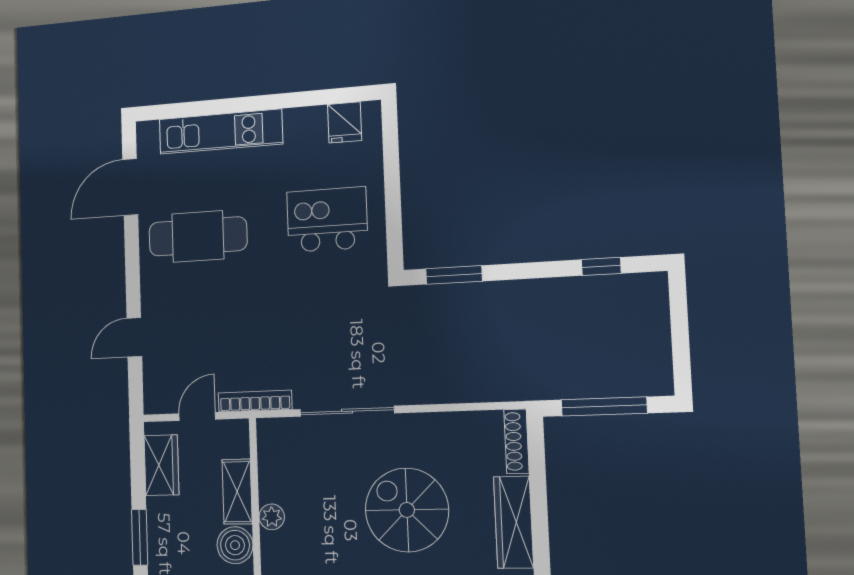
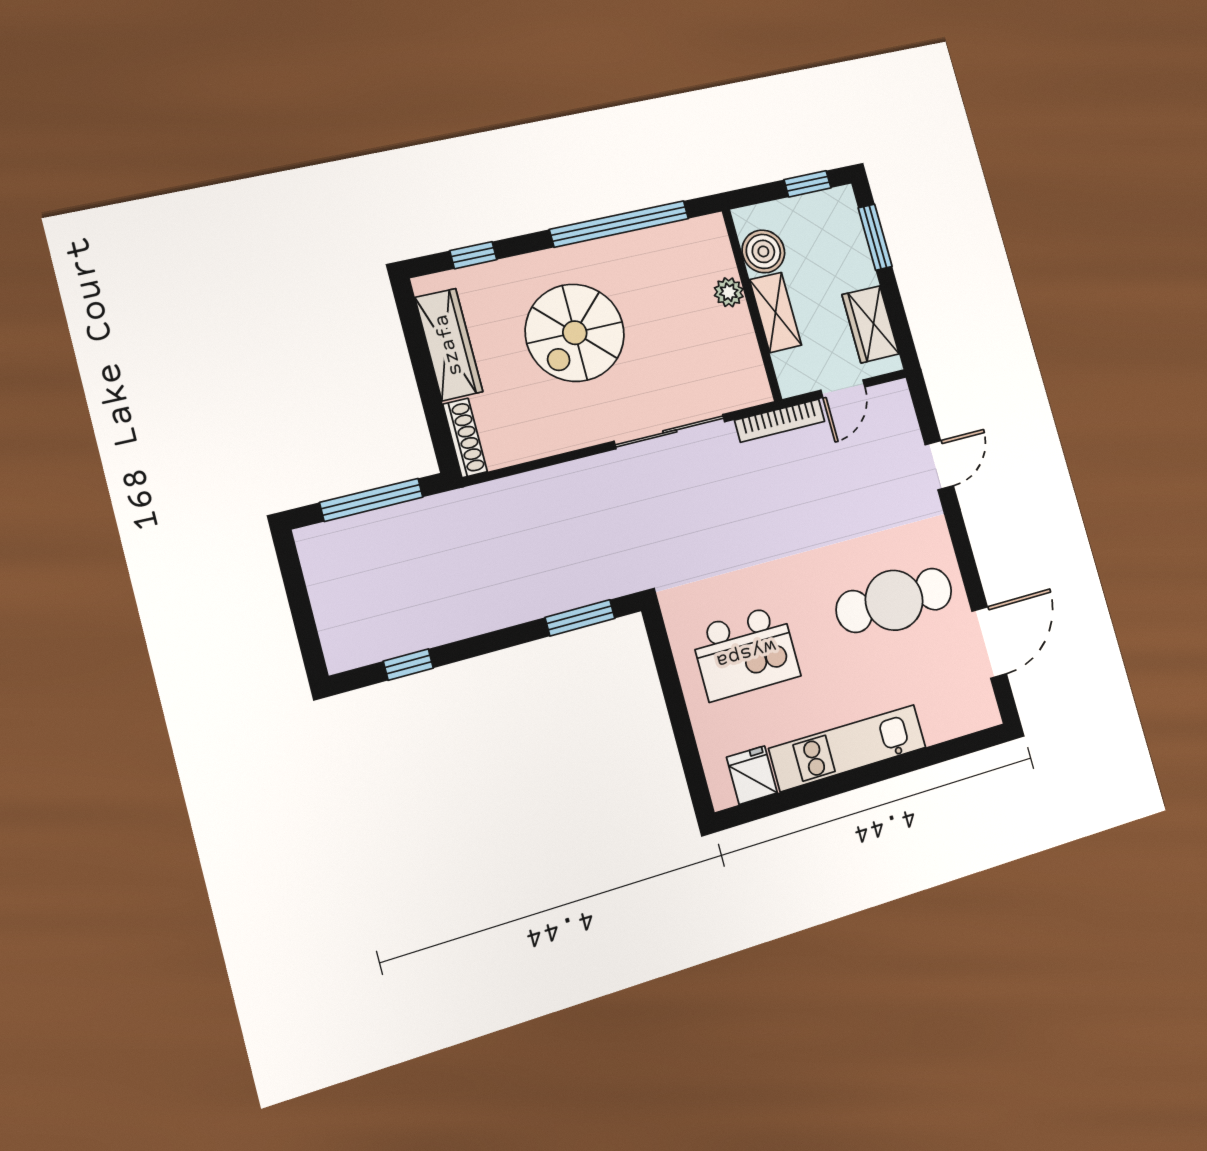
kitchen unit: (221, 132) -> (848, 748), moved
spiral stairs: (407, 510) -> (575, 333), turned 90

